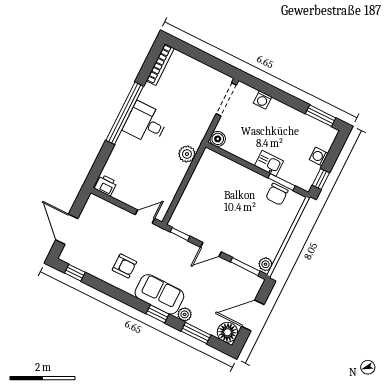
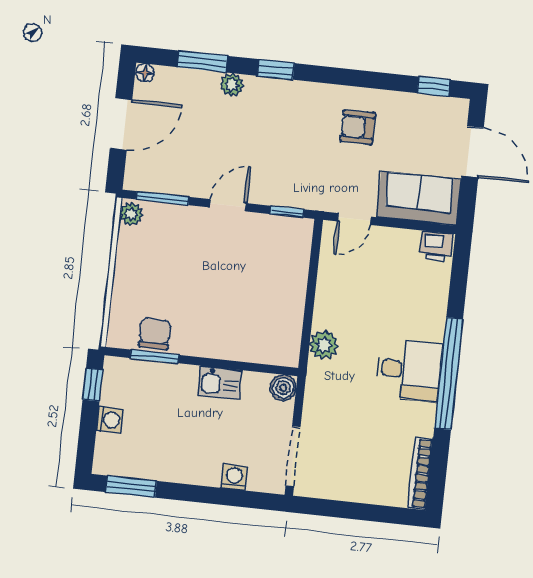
kitchen sink: (269, 163) -> (219, 383), moved
sofa: (159, 294) -> (419, 198), moved, turned 180
floor lamp: (227, 332) -> (145, 73), width x0.53, depth x0.53

